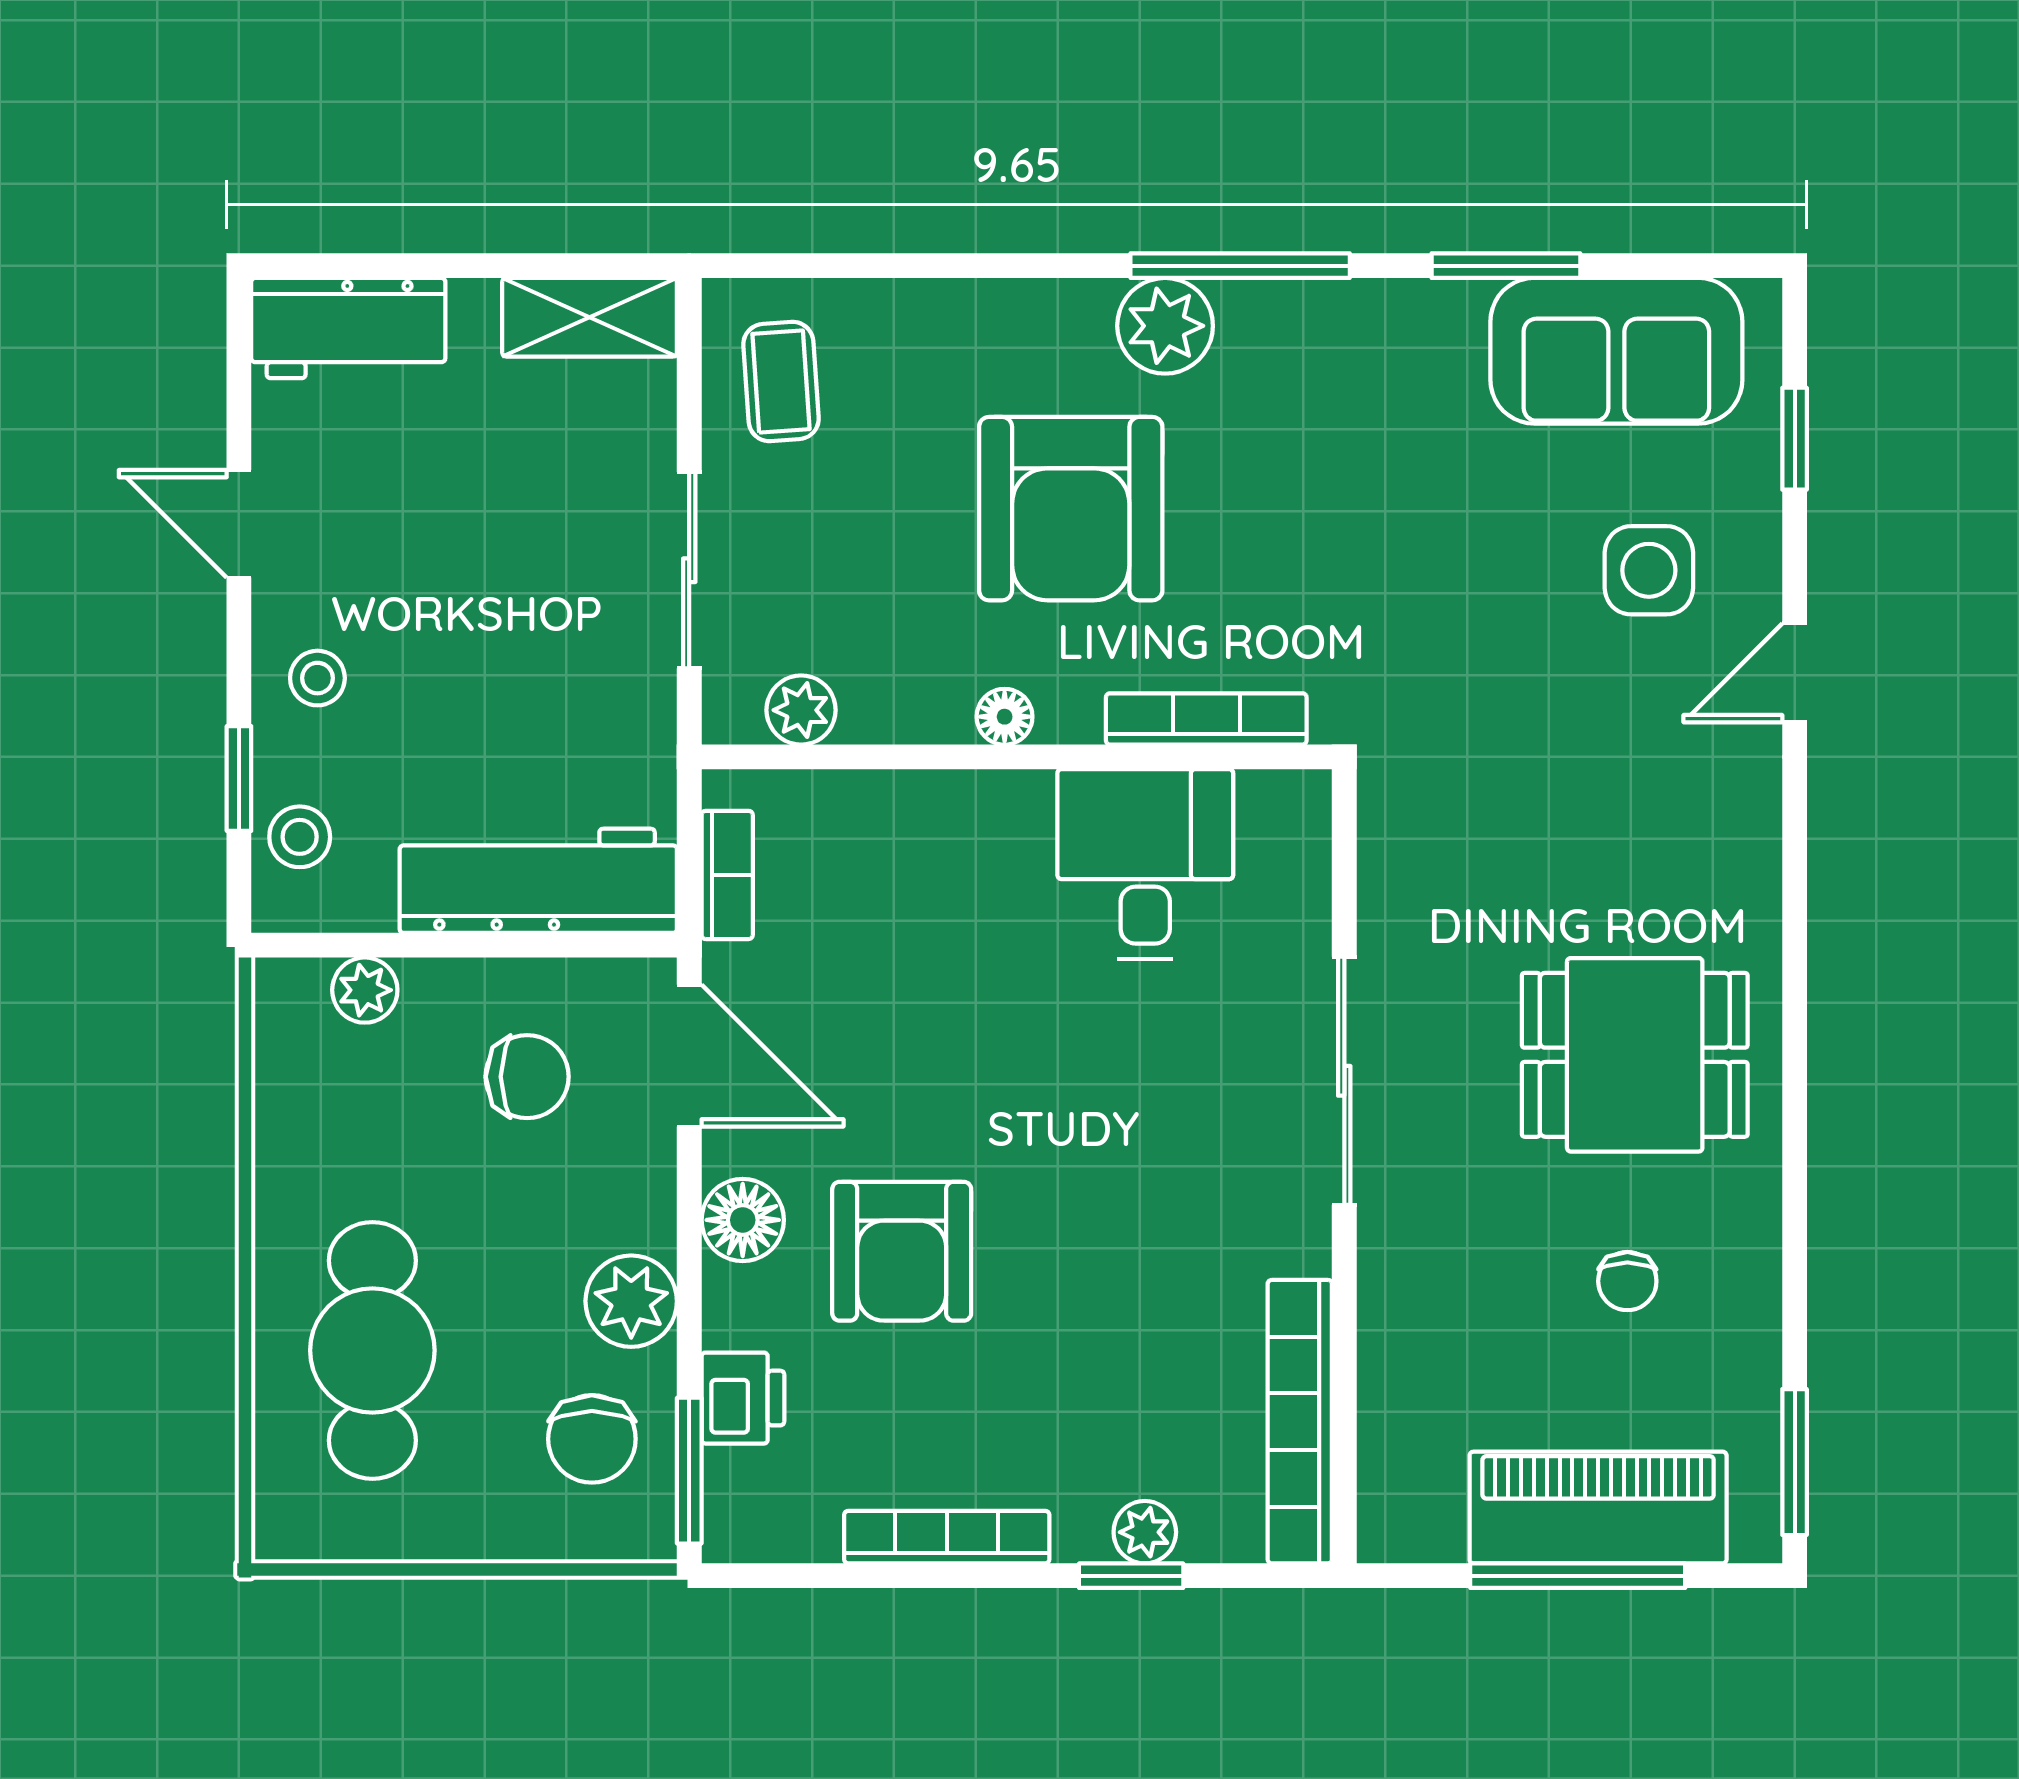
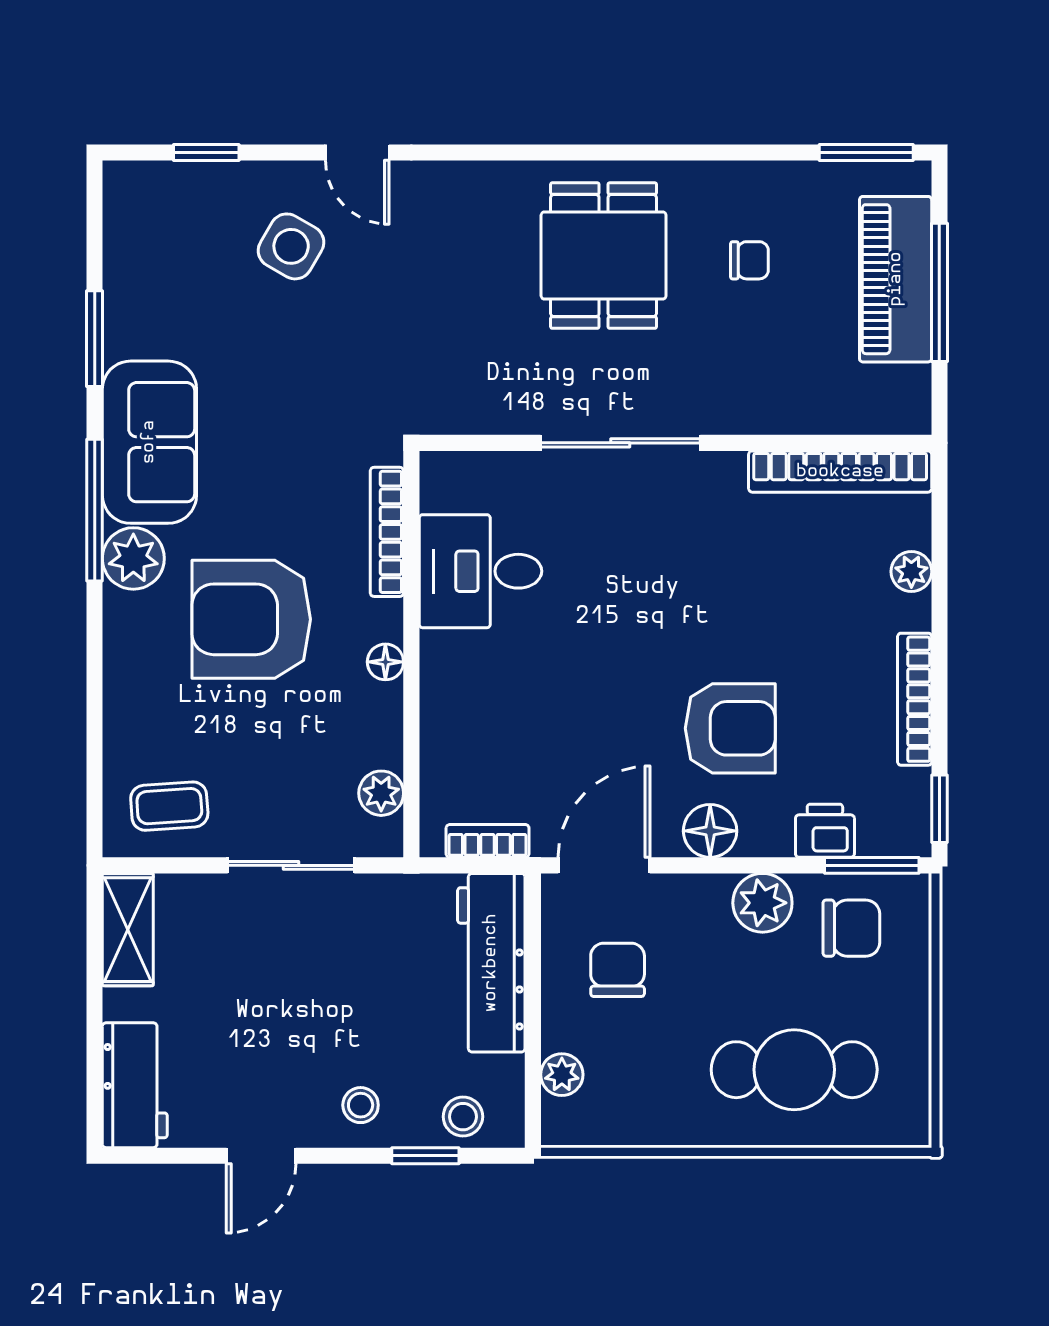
sofa: (1616, 351) -> (149, 442), moved
armchair: (1071, 509) -> (251, 619), turned 180
side table: (1649, 570) -> (291, 246), turned 30
window: (1131, 1576) -> (939, 809), moved

